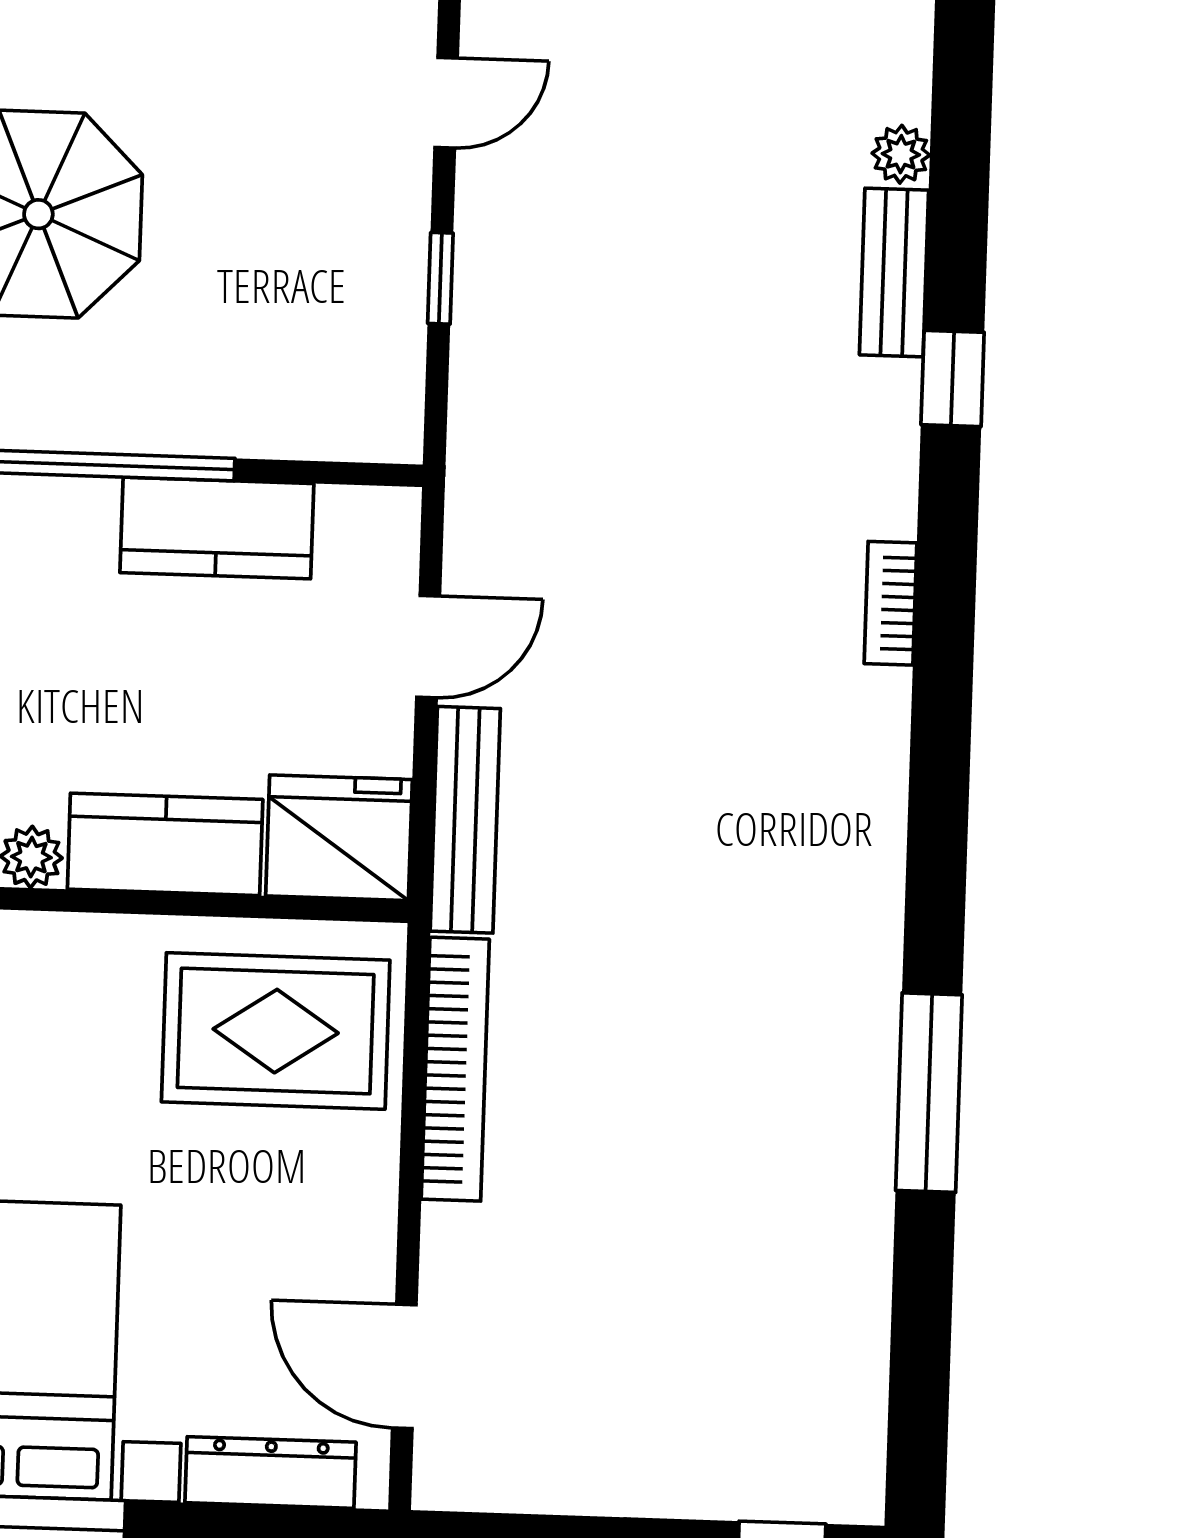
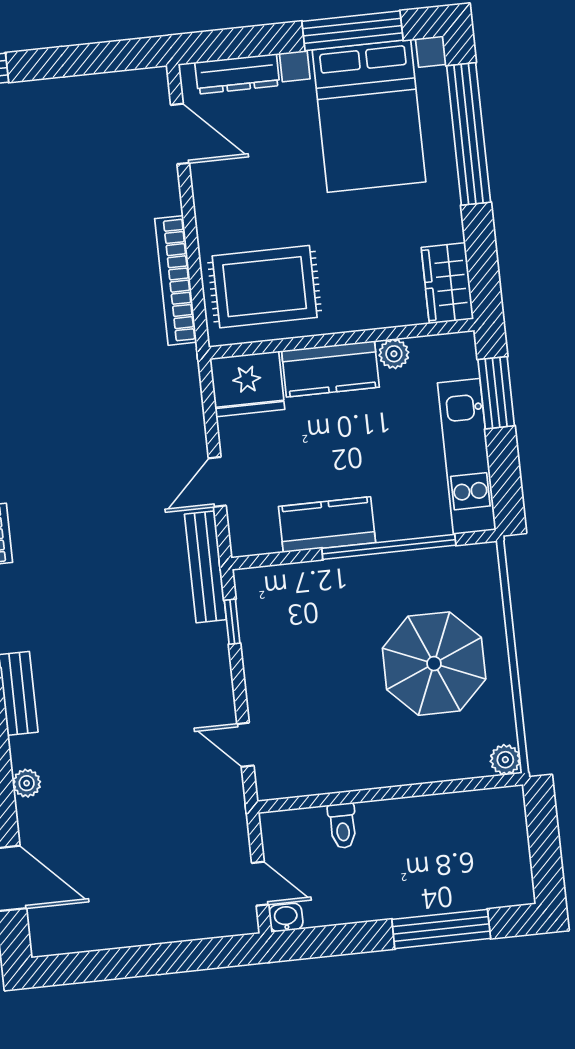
door: (446, 103) -> (245, 745), hinge flipped
plant: (901, 154) -> (27, 783), moved
window: (440, 278) -> (232, 622), moved
bench: (465, 820) -> (205, 567), moved

